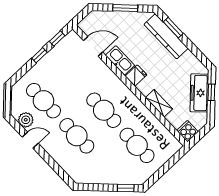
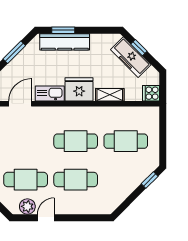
fridge: (136, 76) -> (79, 89), width x1.88, depth x1.34

